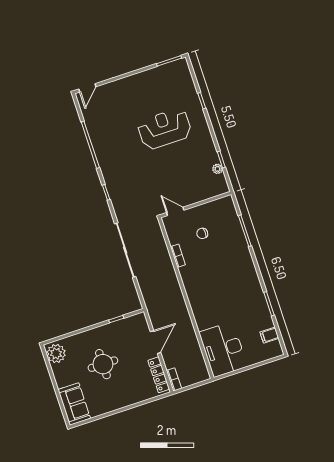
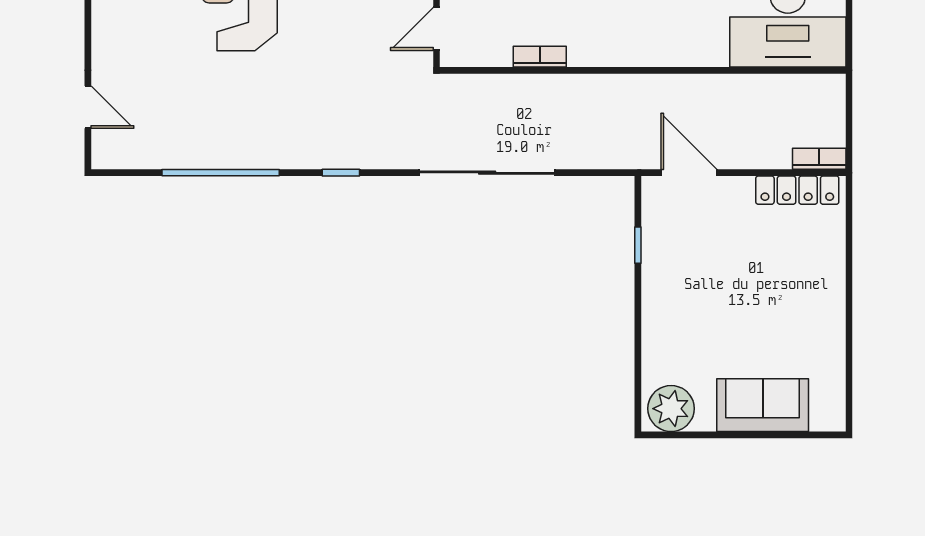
door: (87, 88) -> (88, 107), moved
door: (156, 342) -> (689, 173), moved
round table: (103, 364) -> (731, 310), removed
sofa: (74, 404) -> (763, 405), moved

